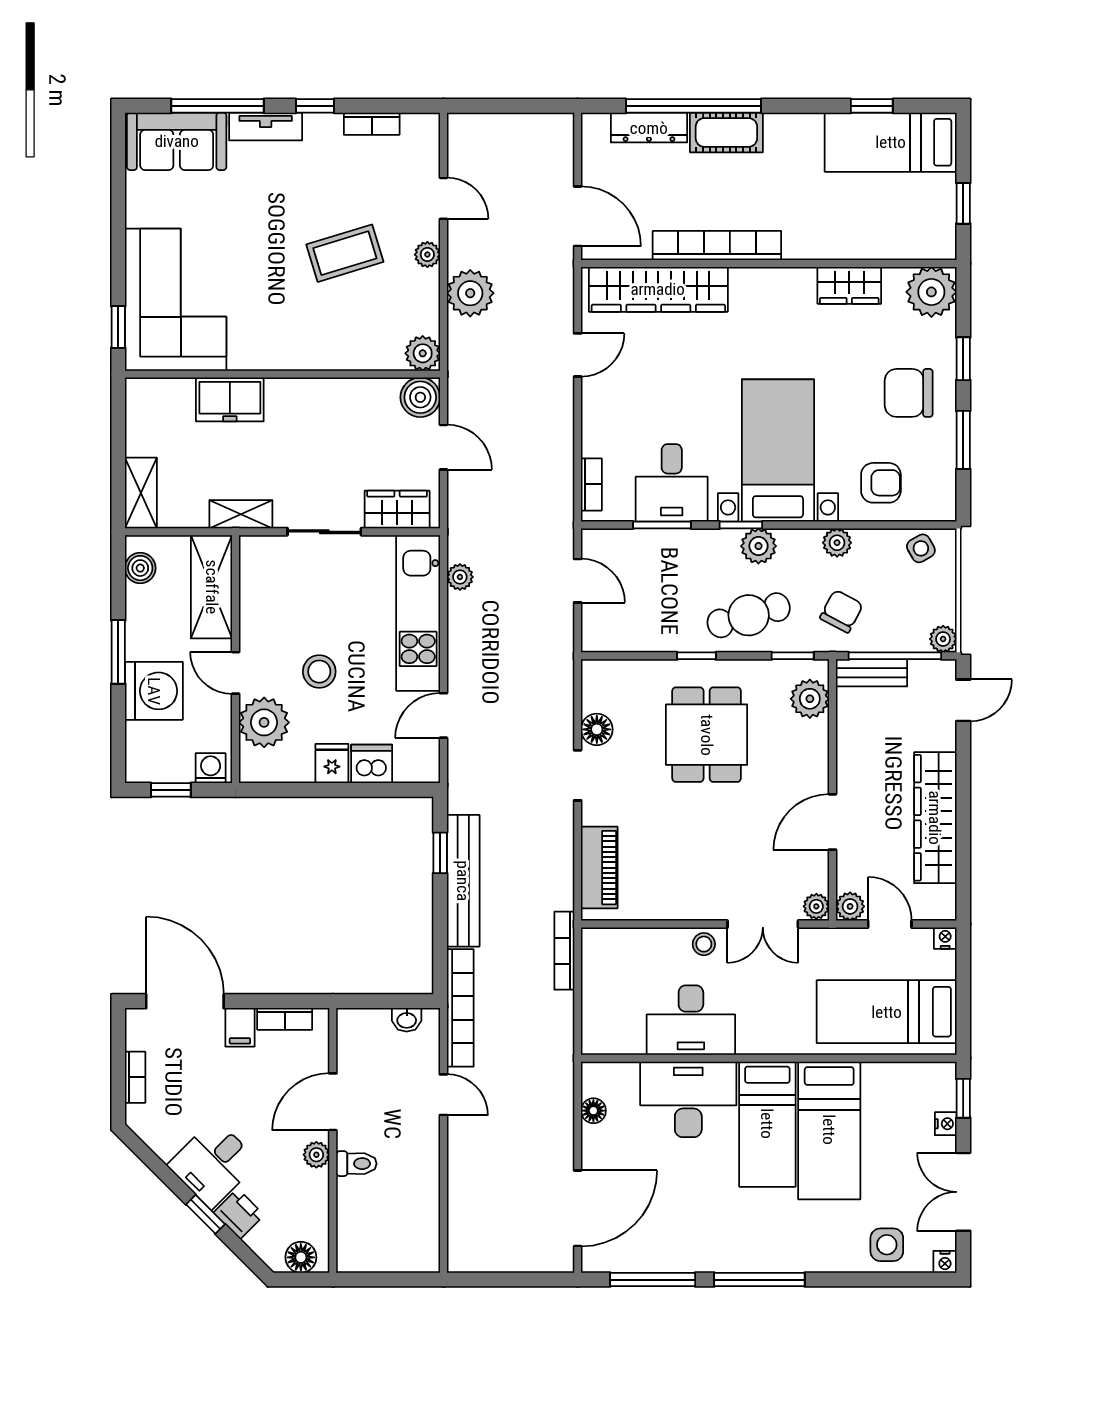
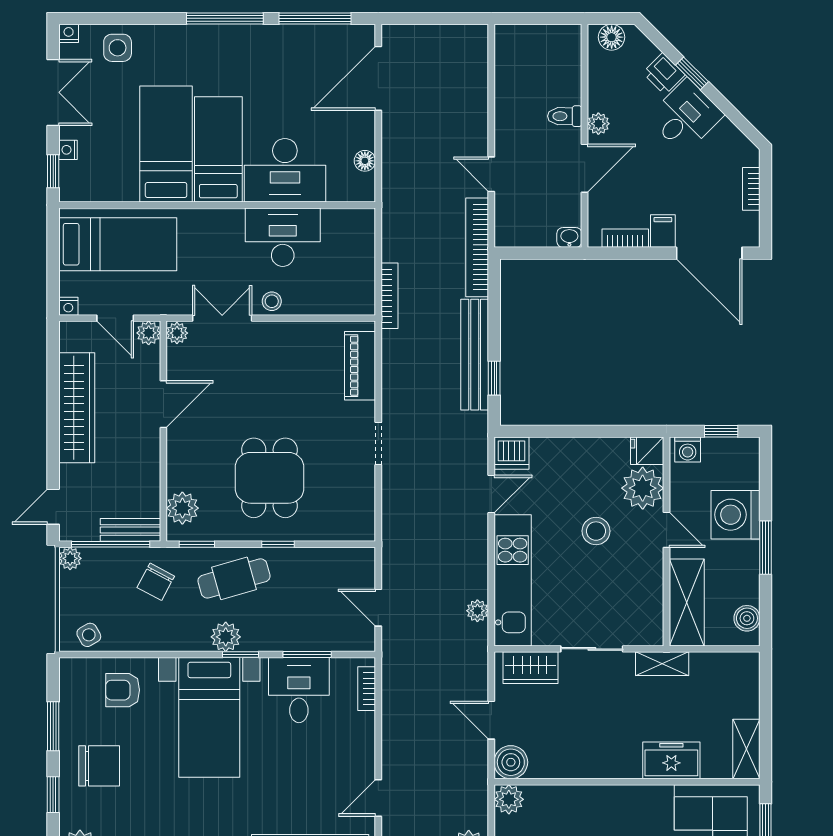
shelving: (141, 493) -> (746, 749), moved
plant: (837, 543) -> (160, 640), removed
floor lamp: (597, 729) -> (362, 482), removed
fridge: (332, 764) -> (647, 451), moved, turned 90
dishwasher: (372, 764) -> (511, 453), moved
washbasin: (407, 1020) -> (569, 237), moved

